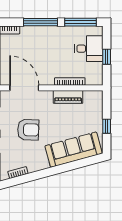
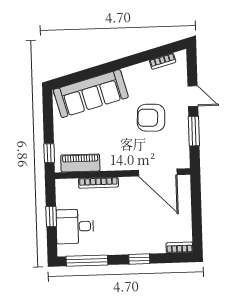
window: (41, 22) -> (139, 259), width x0.46
piano: (68, 97) -> (80, 163), moved
window: (107, 126) -> (49, 153), moved

